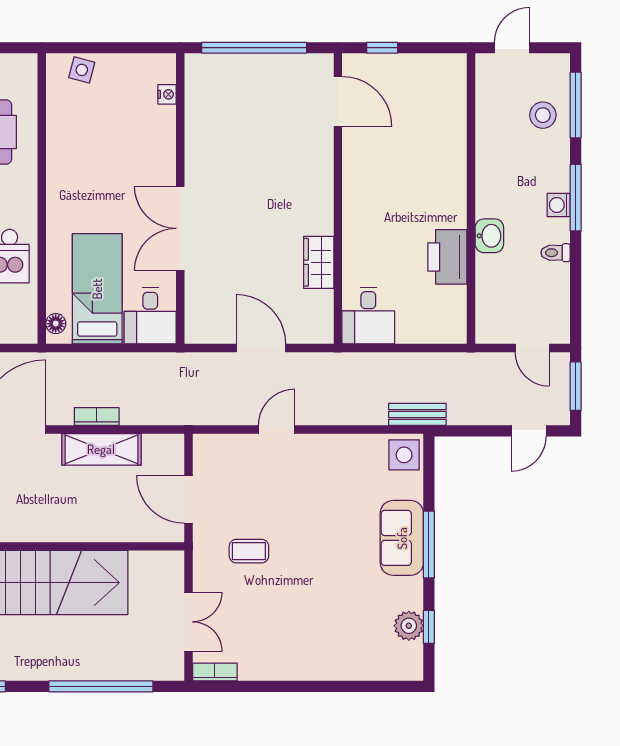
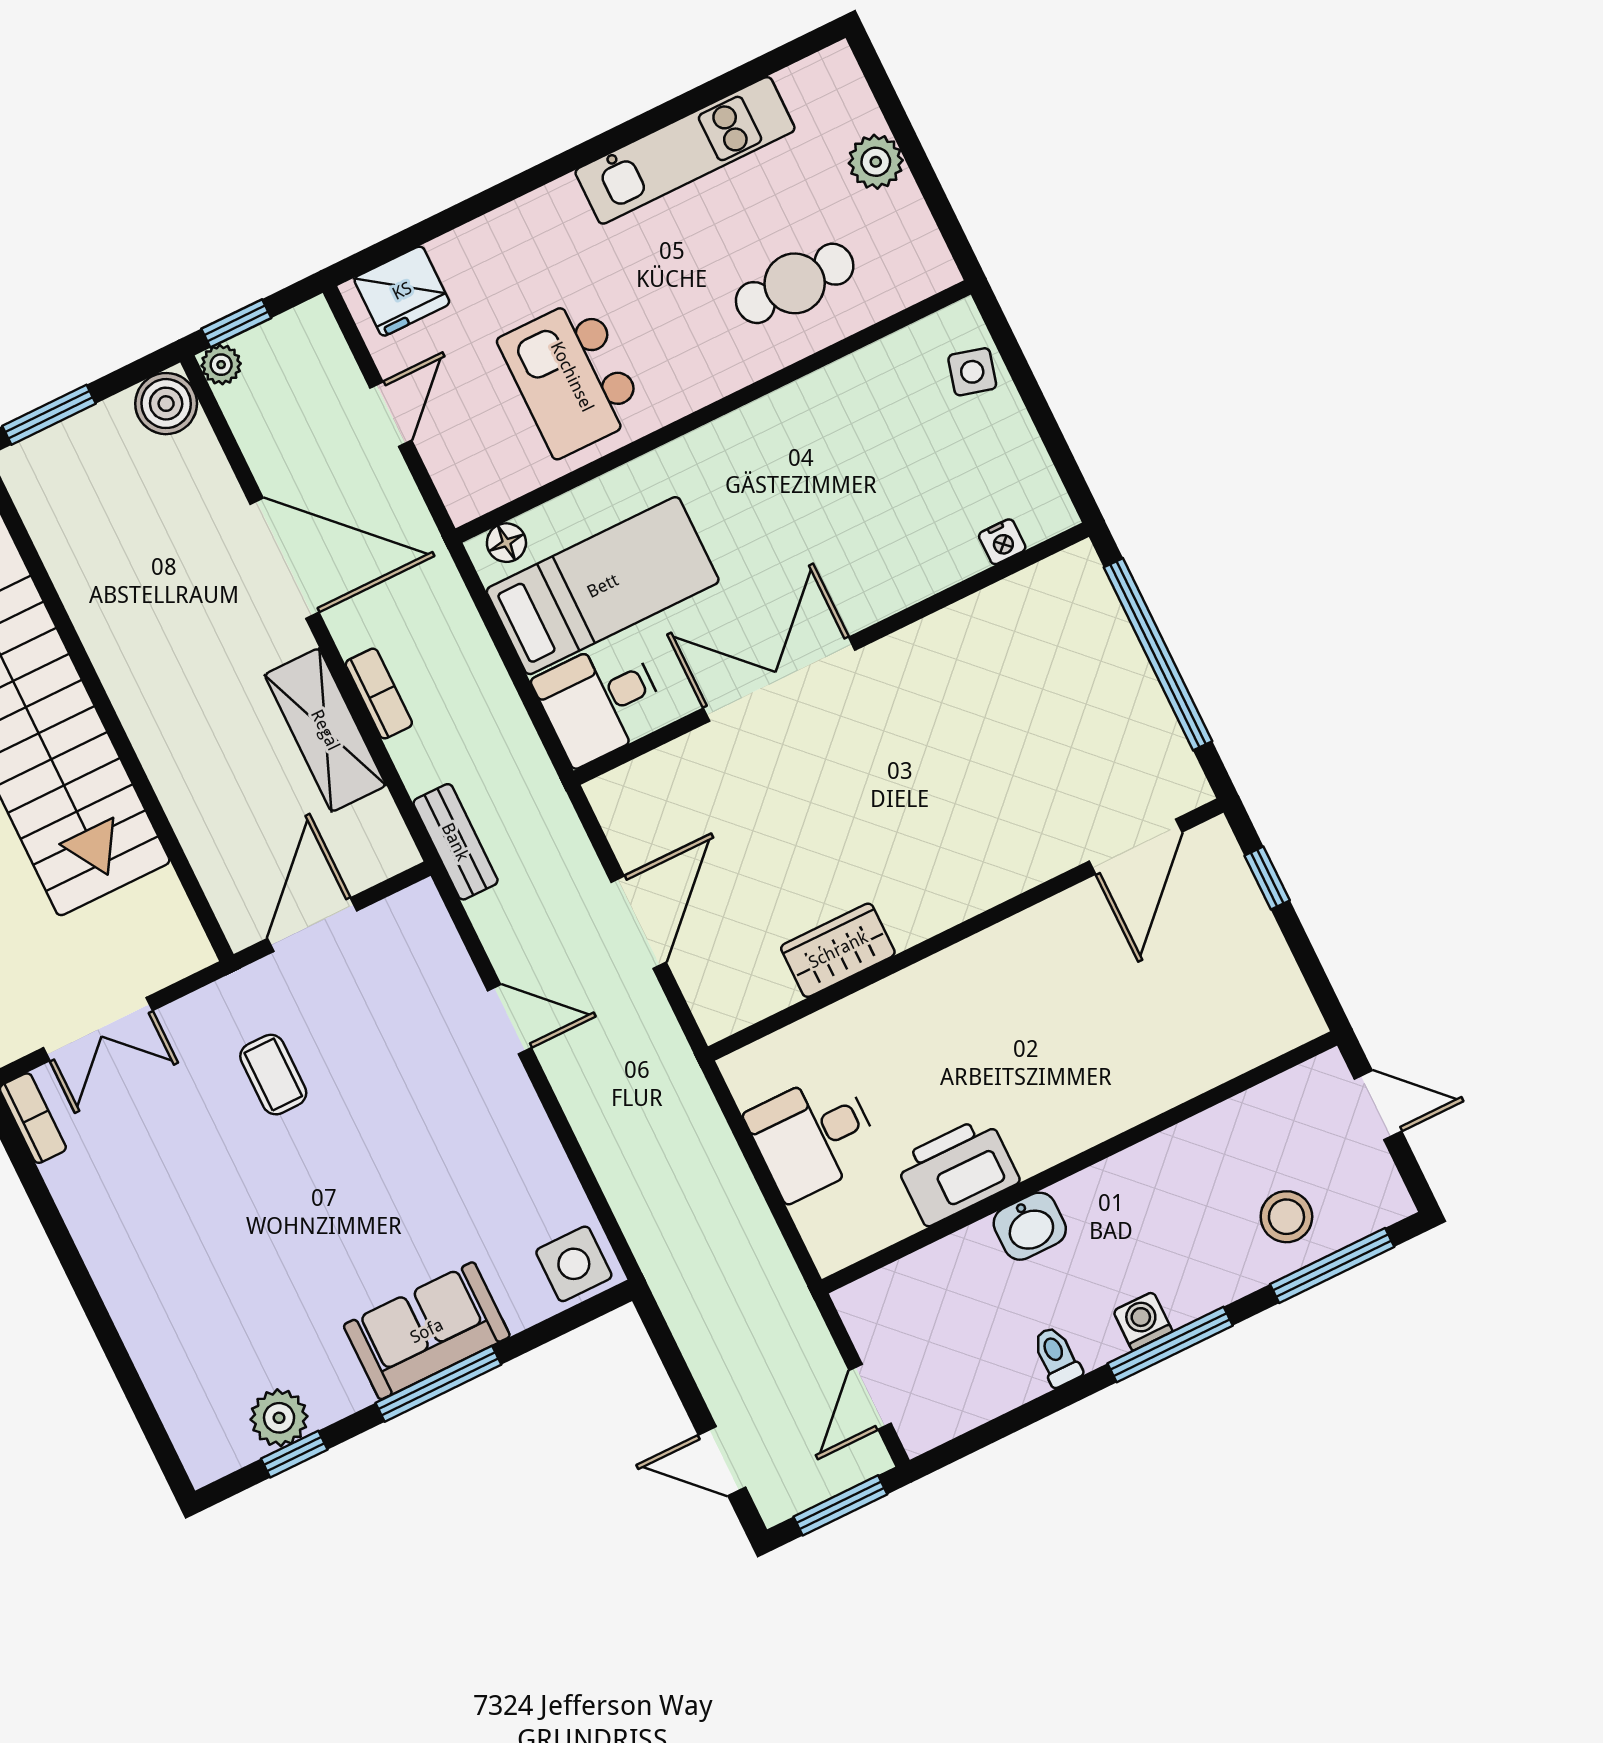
desk: (368, 316) -> (813, 1136), moved
bench: (417, 414) -> (455, 842), moved

